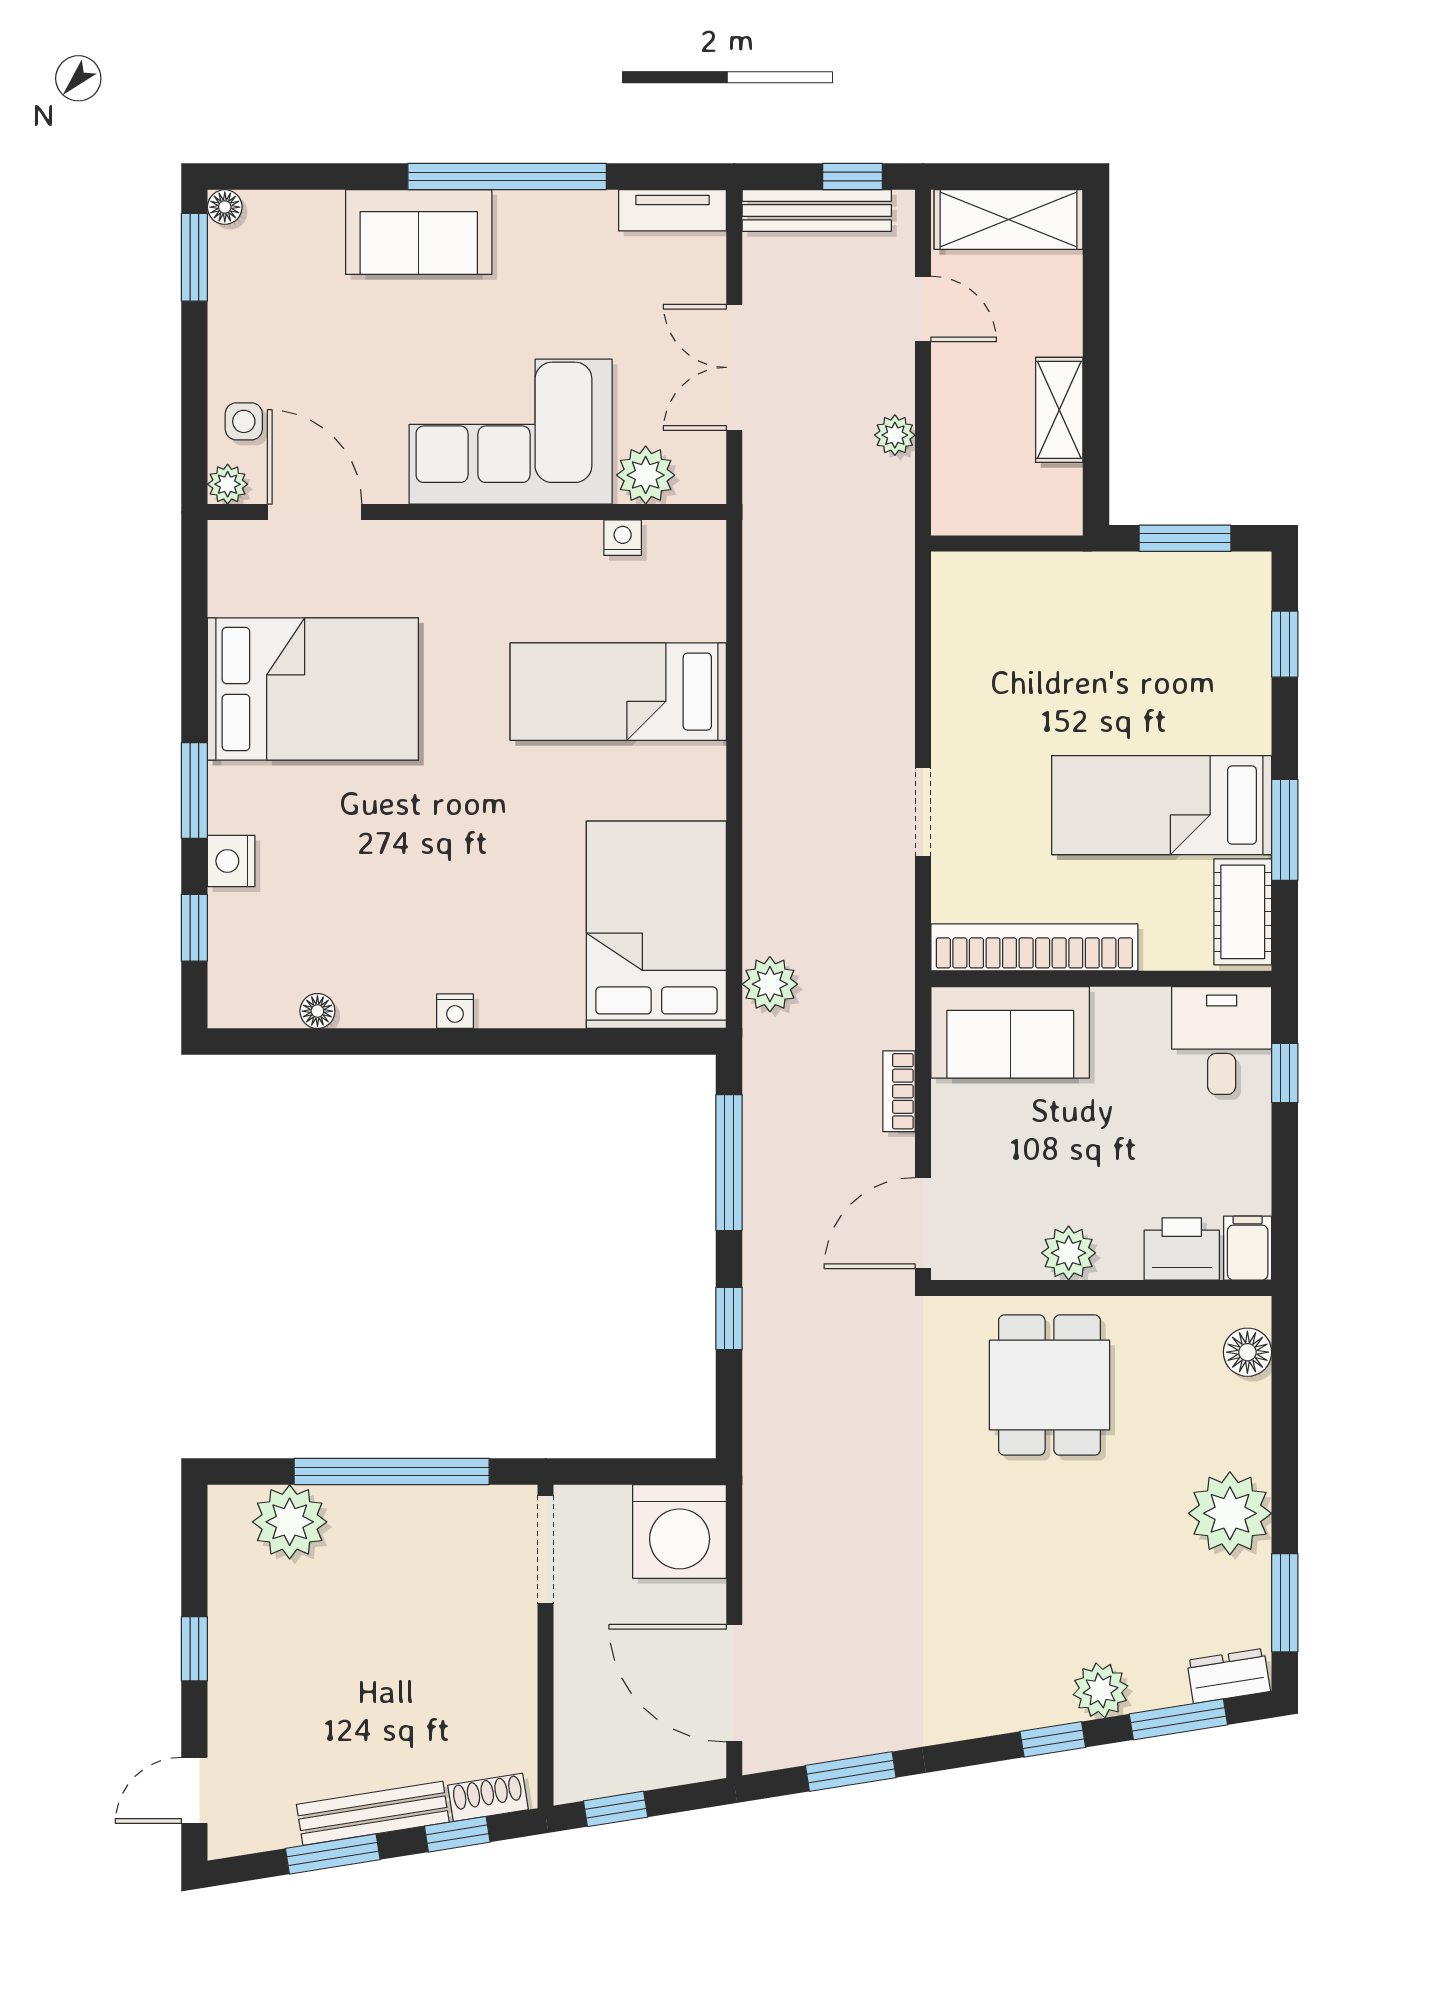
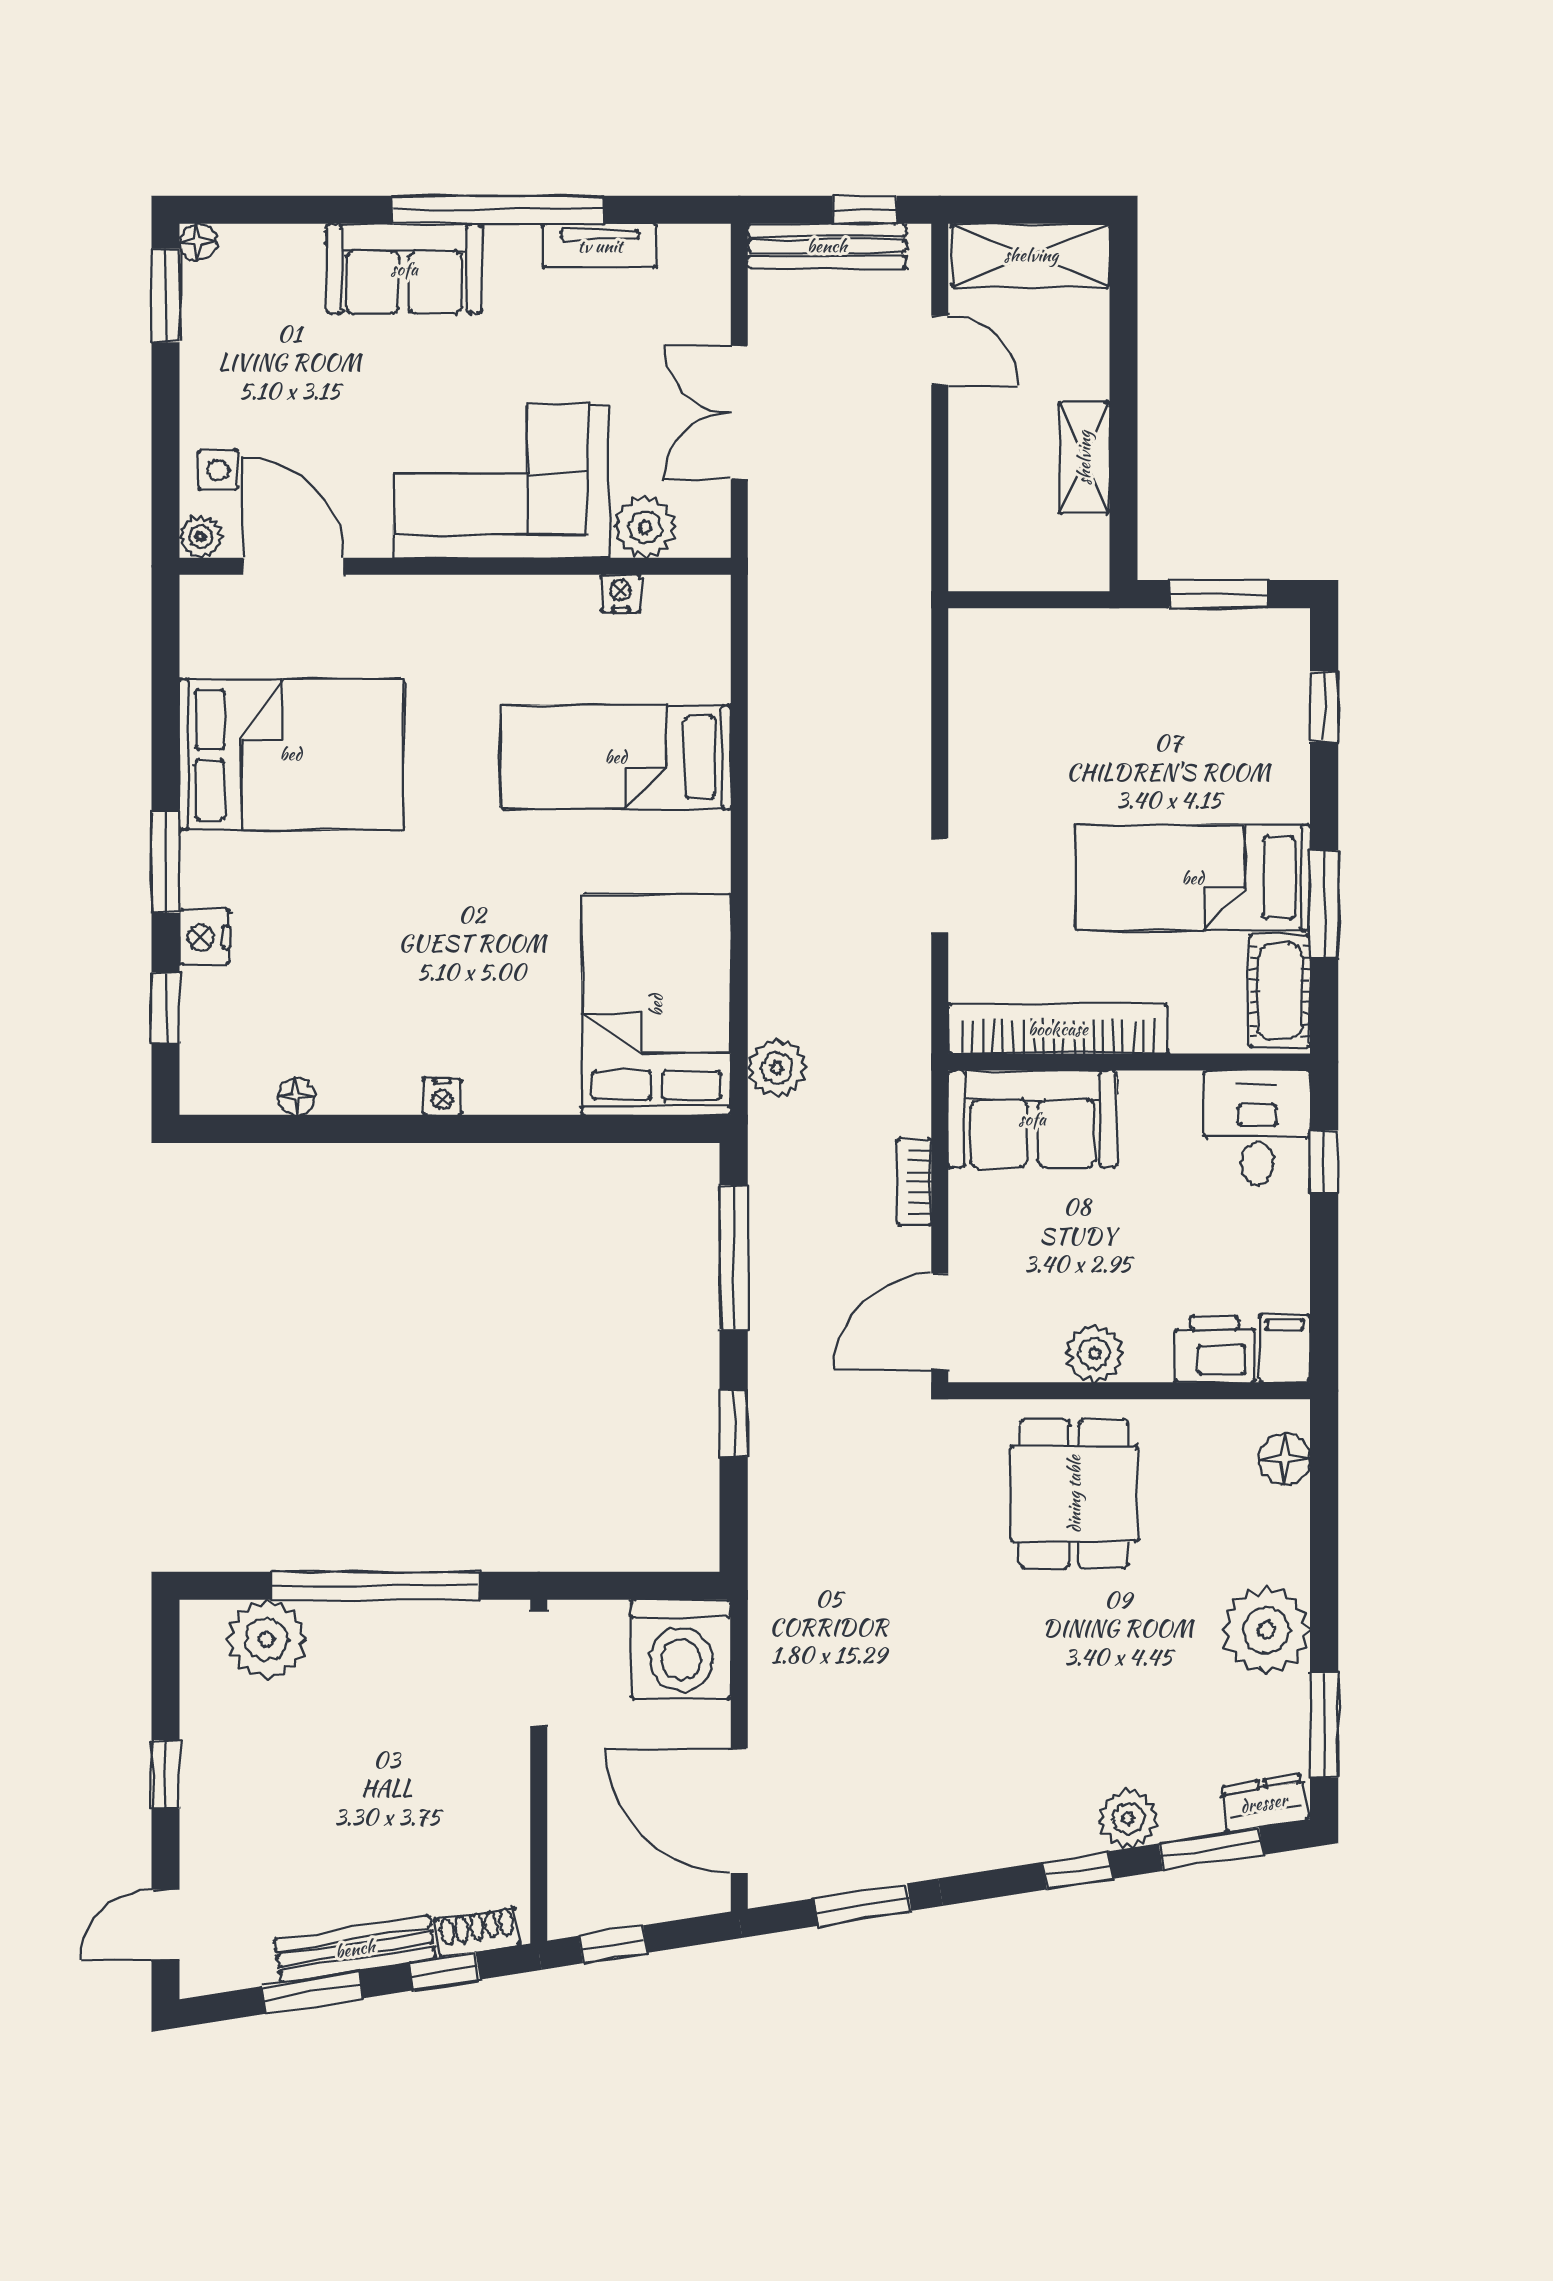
tv unit: (673, 210) -> (600, 246), moved
plant: (895, 435) -> (910, 484), removed

